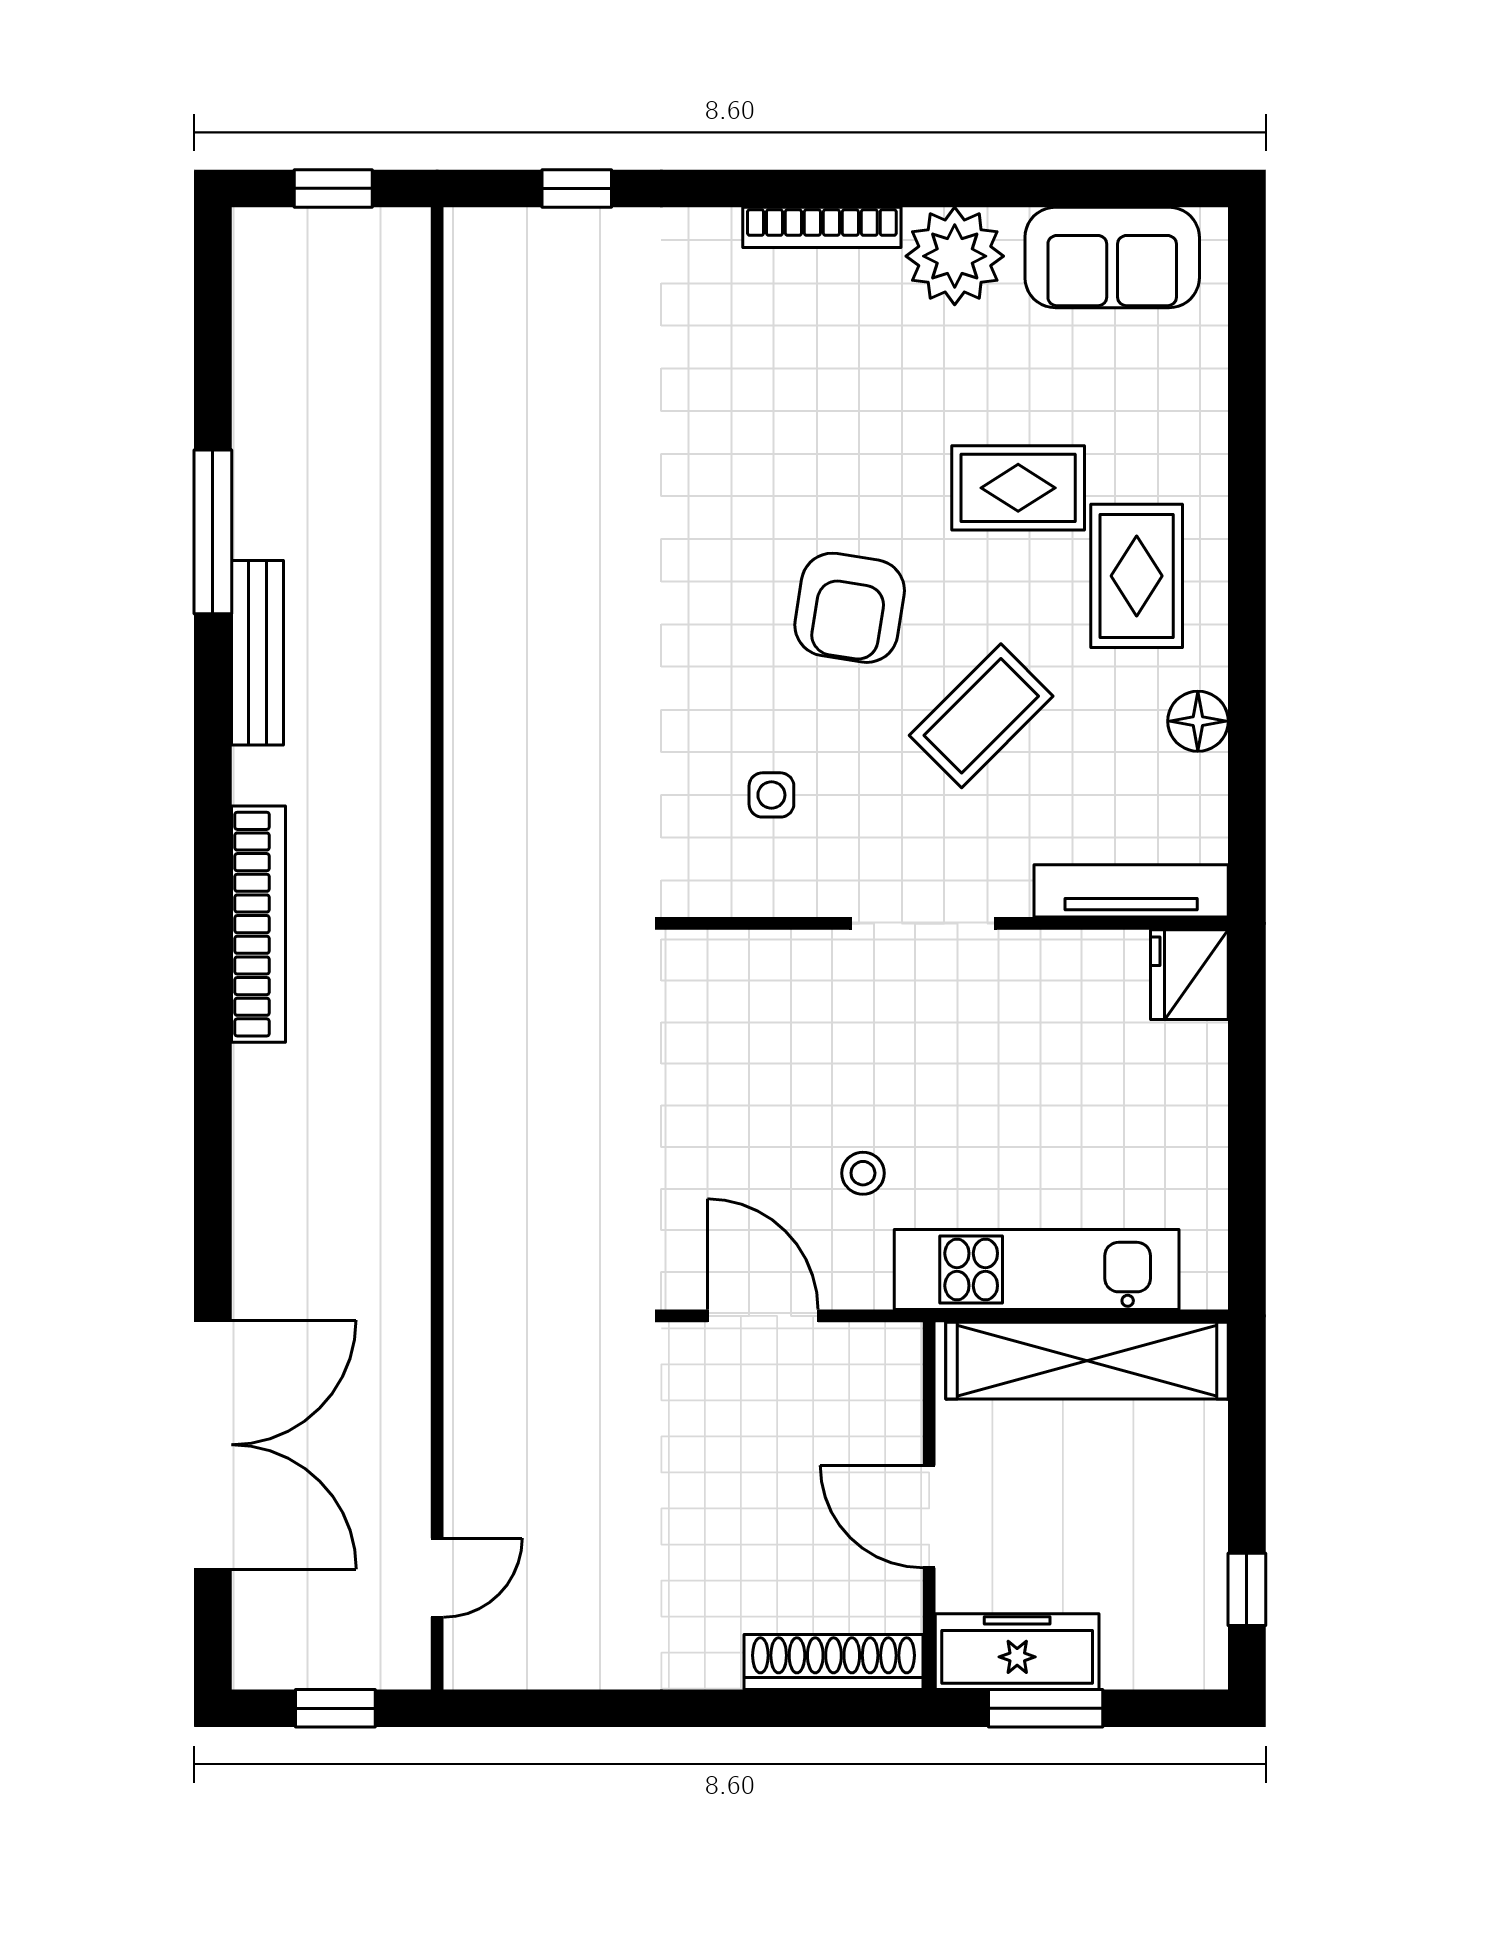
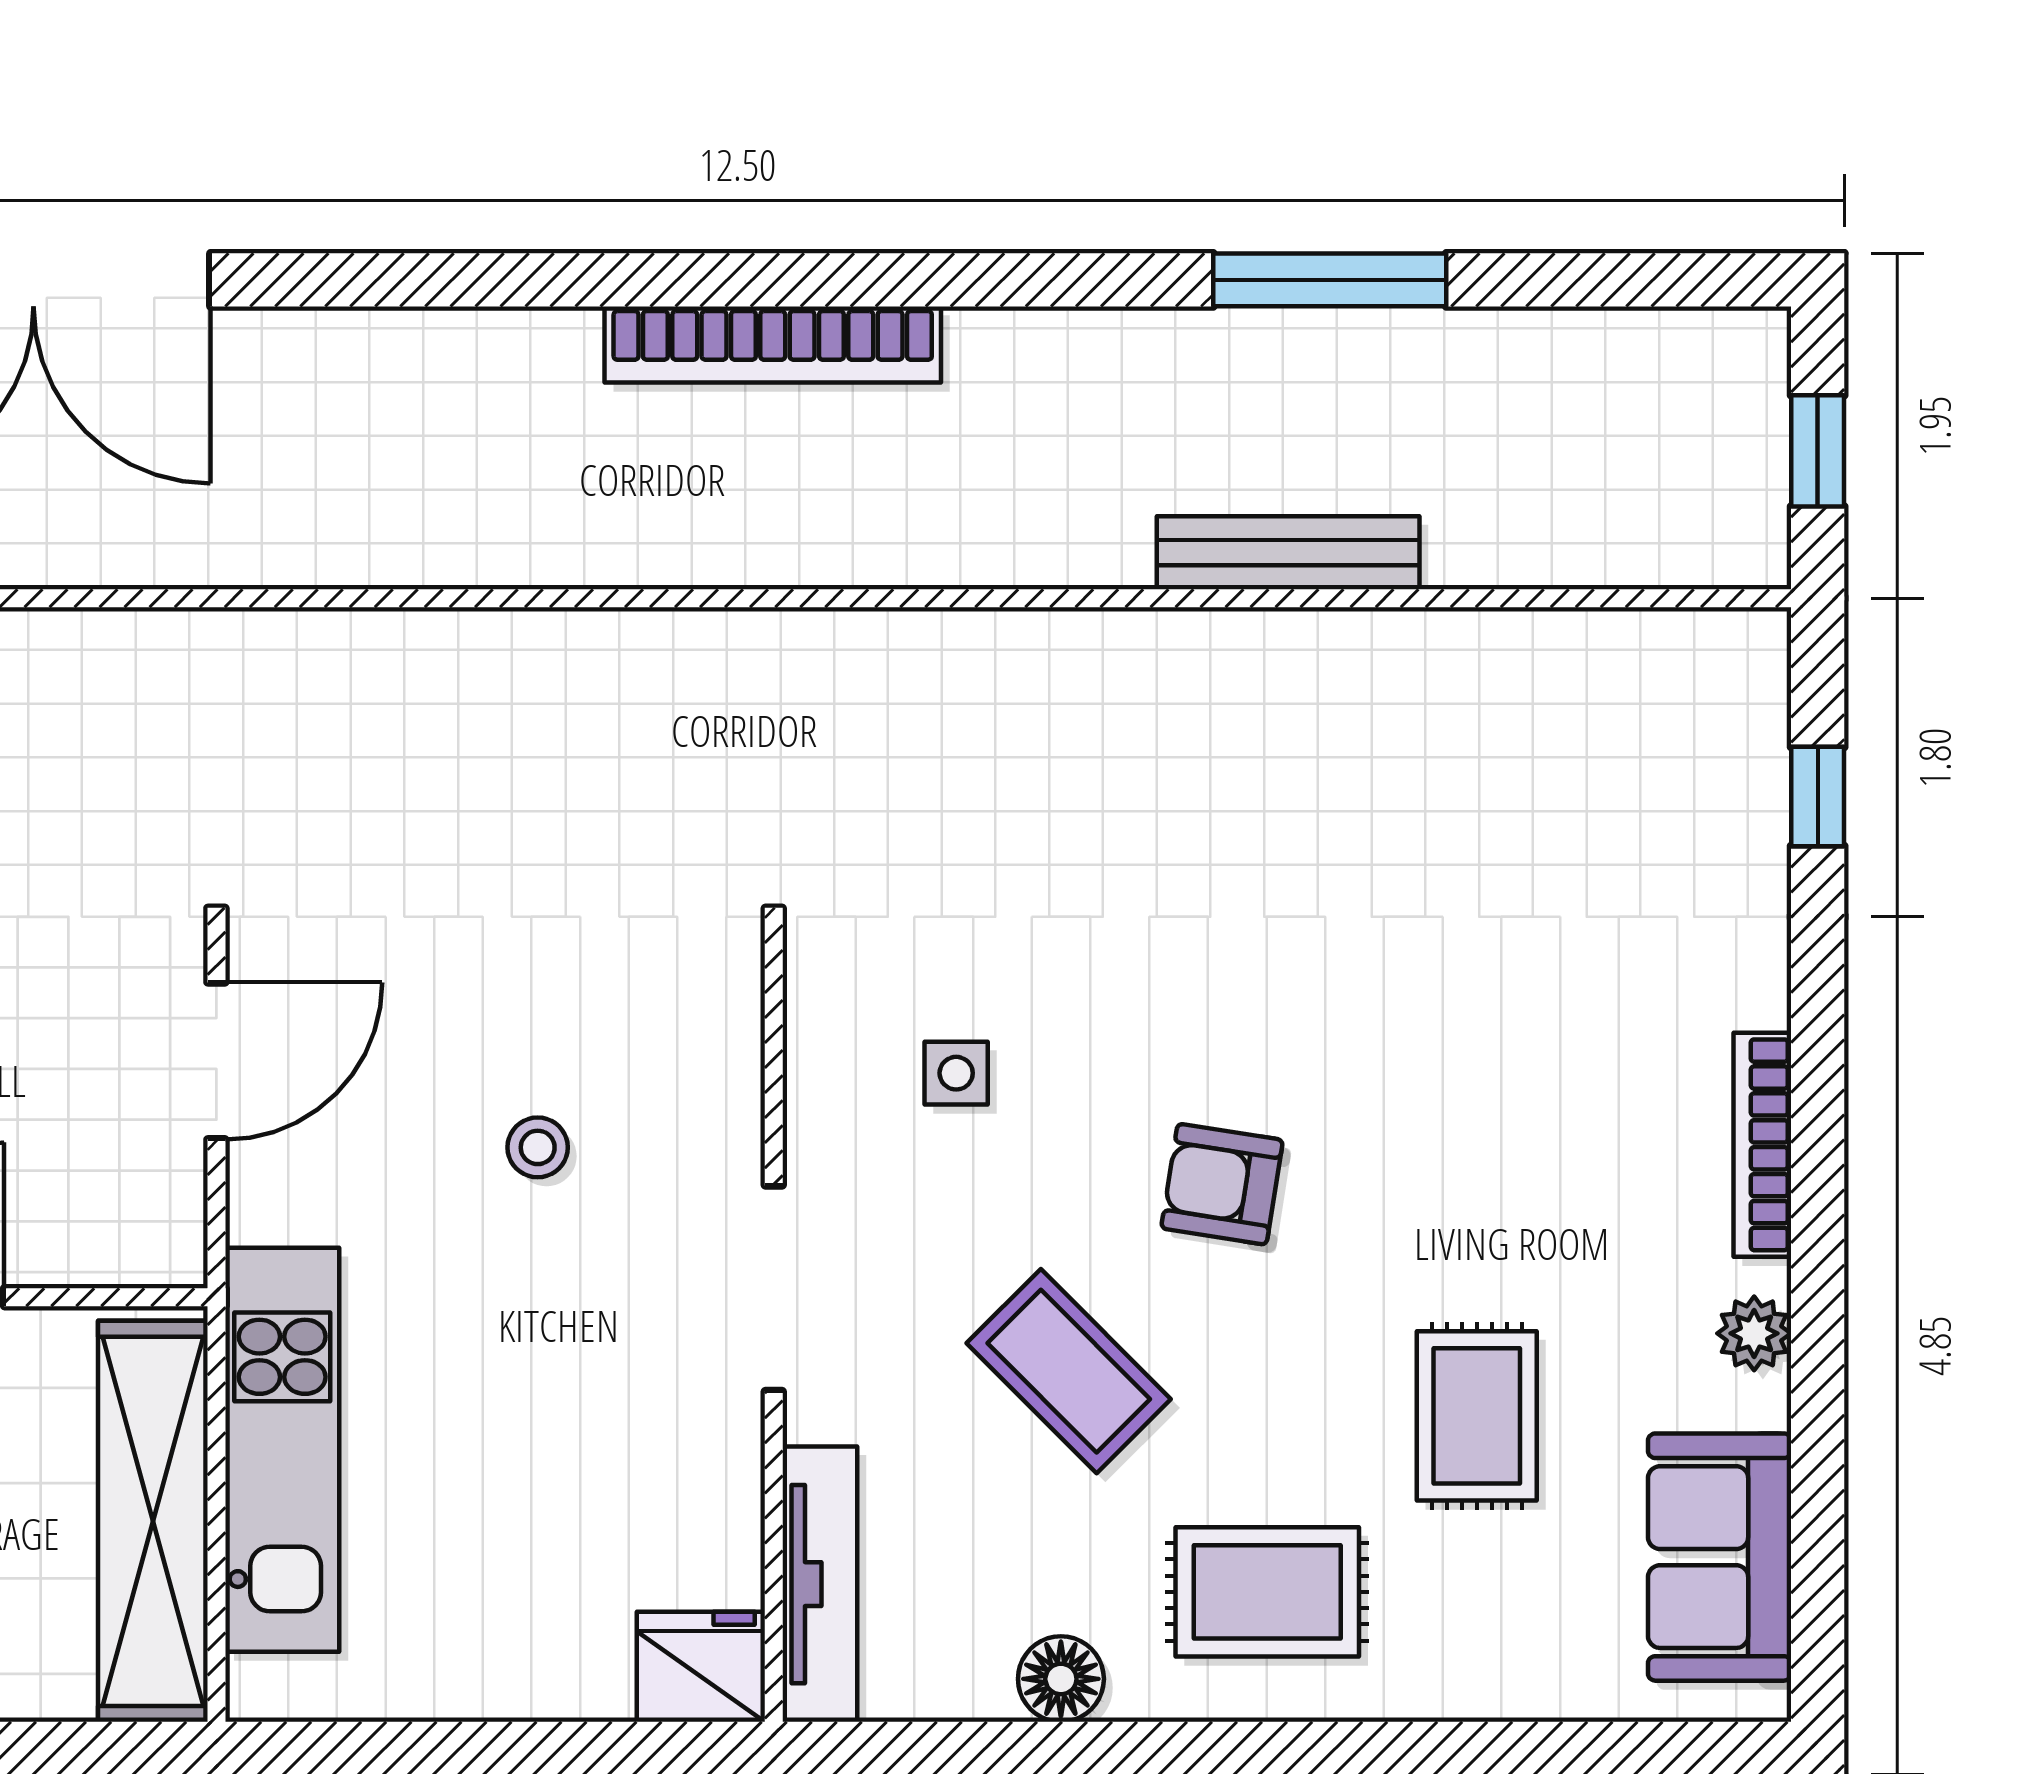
plant: (955, 256) -> (1754, 1333), width x0.53, depth x0.53
rug: (1018, 488) -> (1477, 1416), moved
armchair: (850, 608) -> (1222, 1184), width x0.72, depth x0.72
bench: (257, 653) -> (1288, 553), moved
stool: (863, 1173) -> (538, 1147), moved

